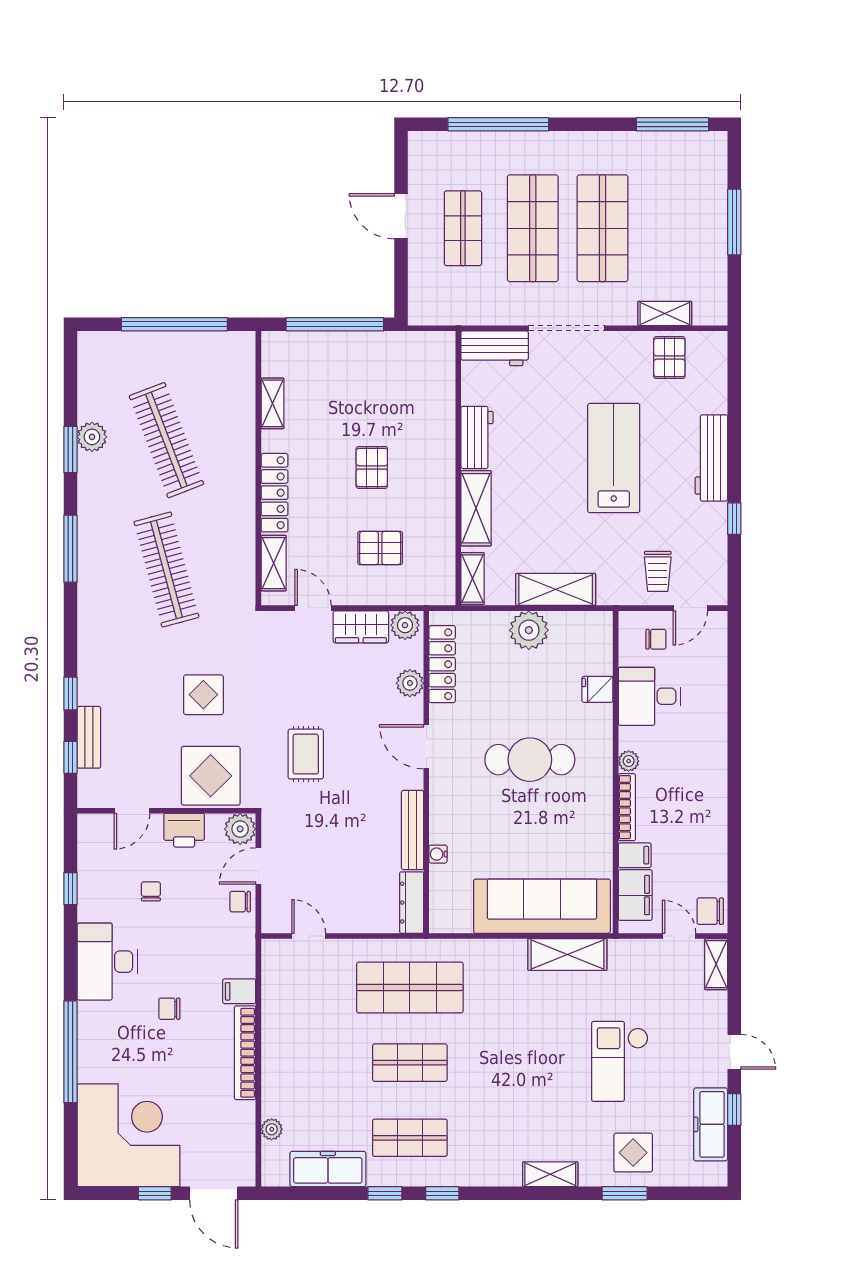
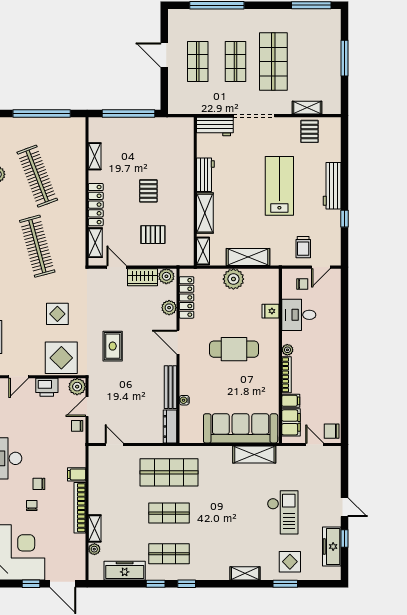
shop shelf: (533, 228) -> (236, 61), width x0.70, depth x0.74
chair: (151, 891) -> (32, 505), moved
shelving: (716, 964) -> (95, 528), moved
checkout: (620, 1061) -> (283, 512), turned 180

